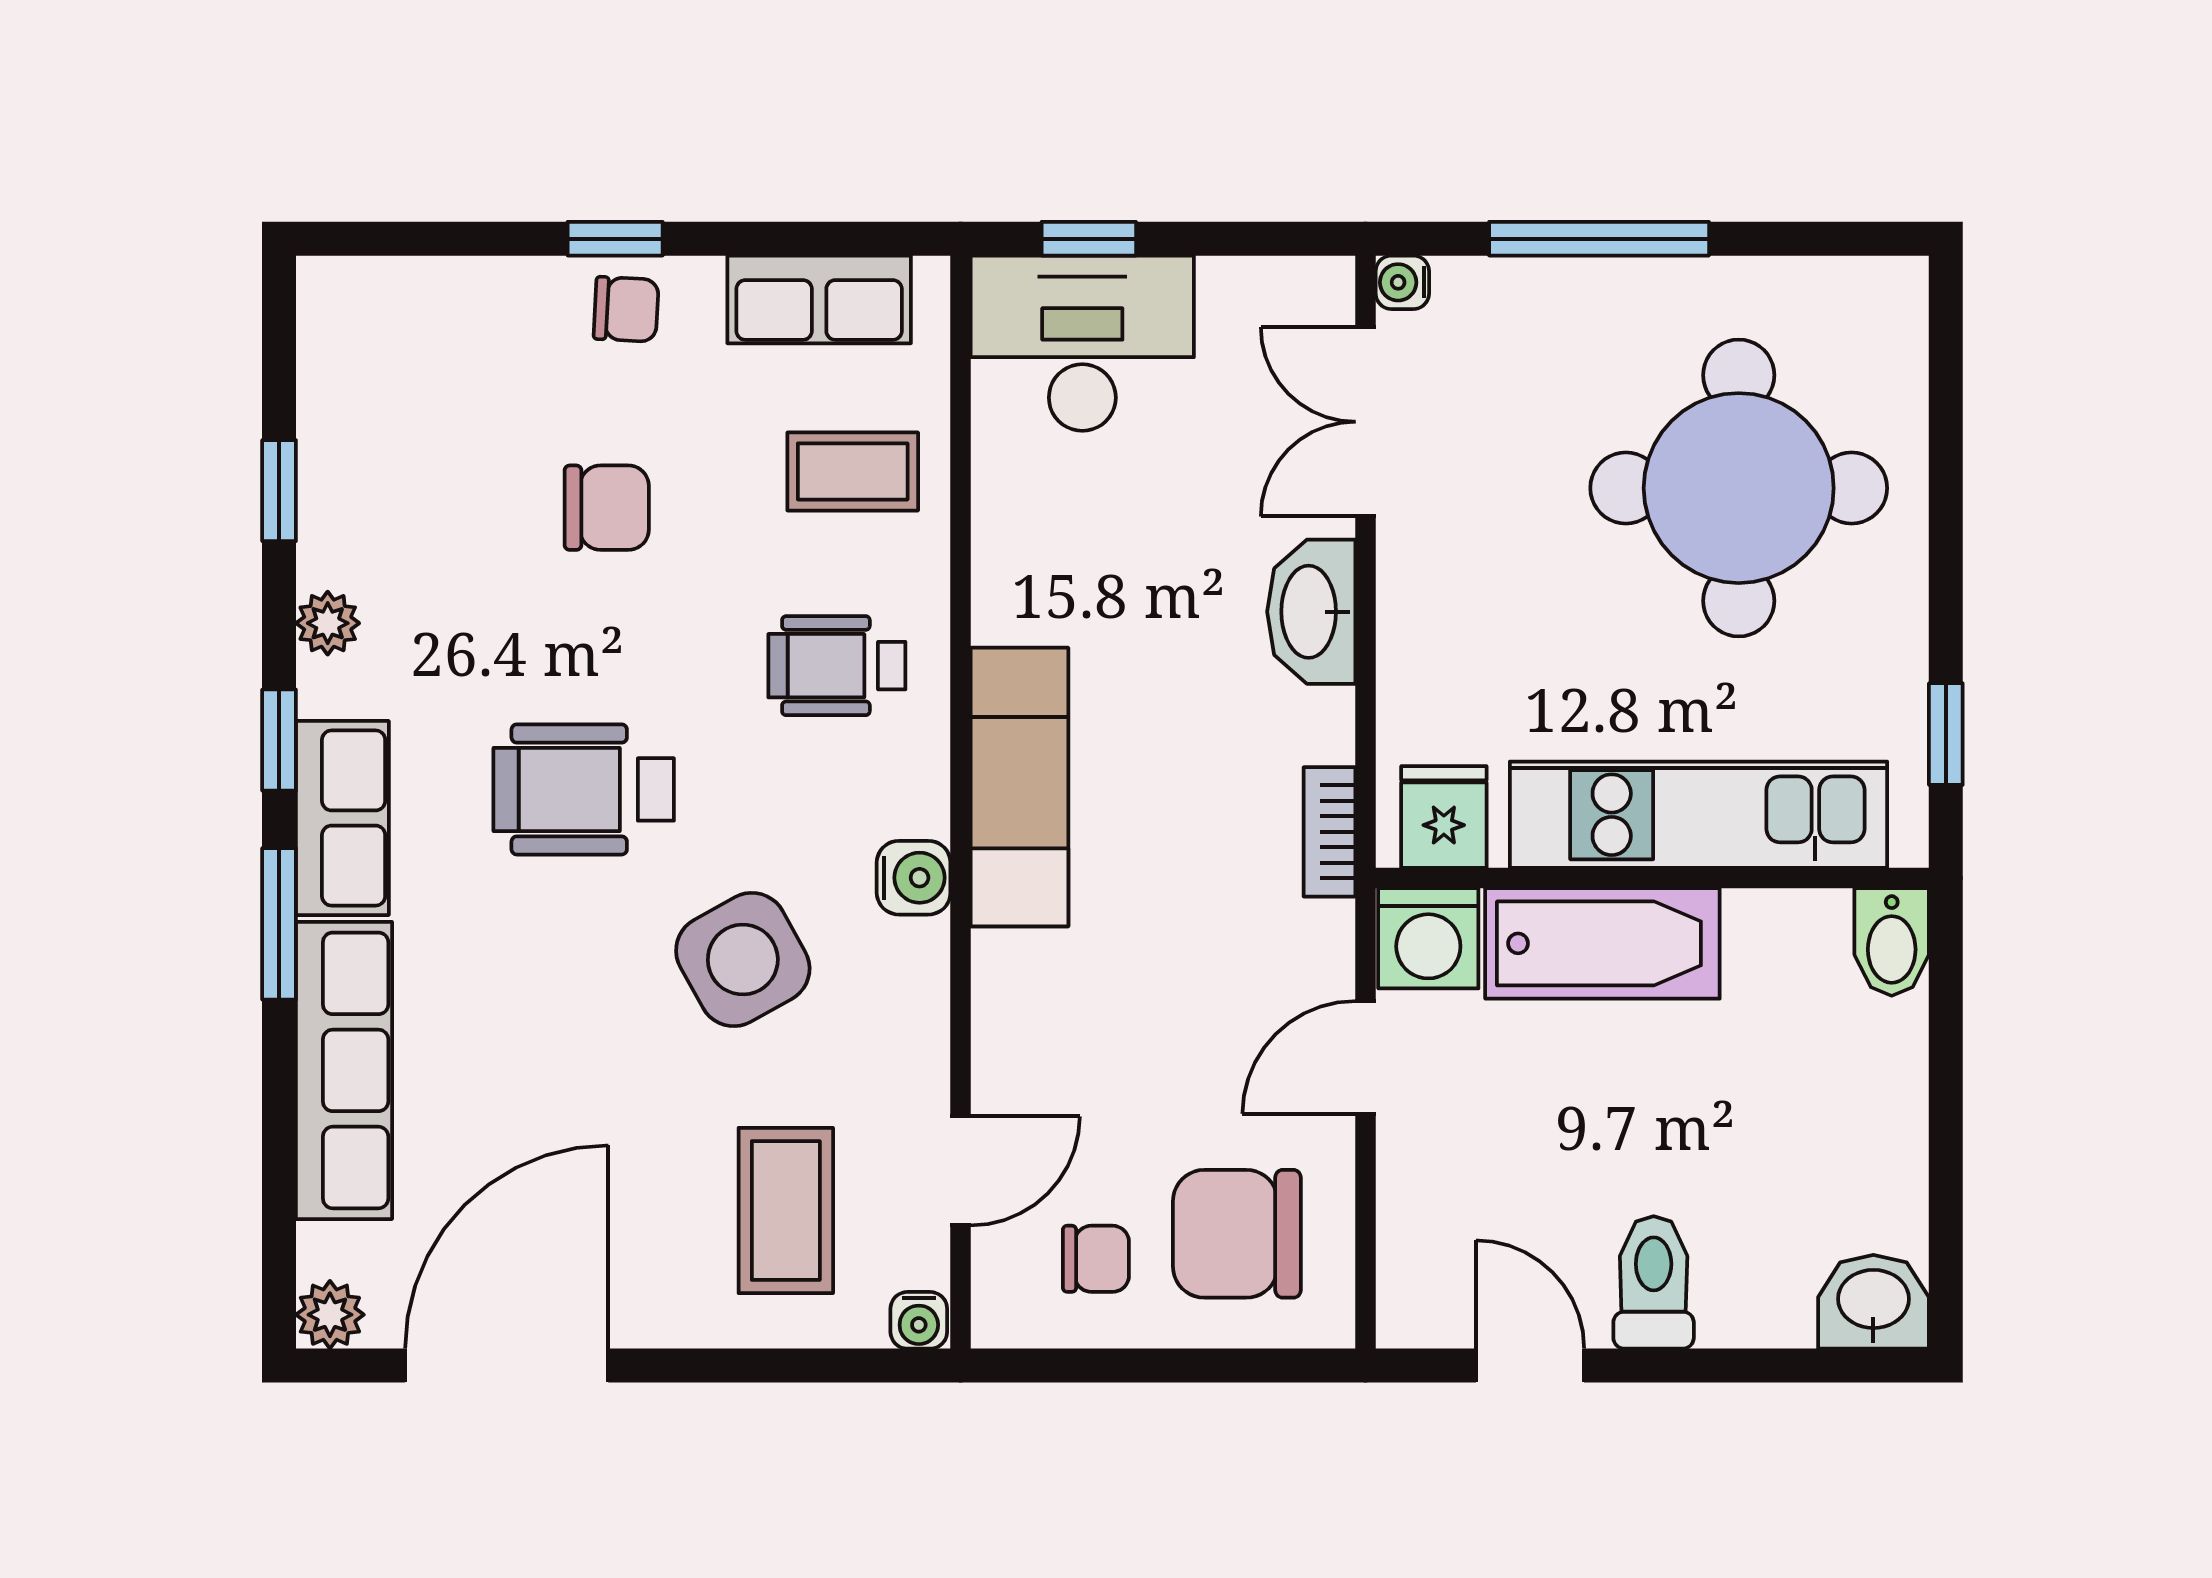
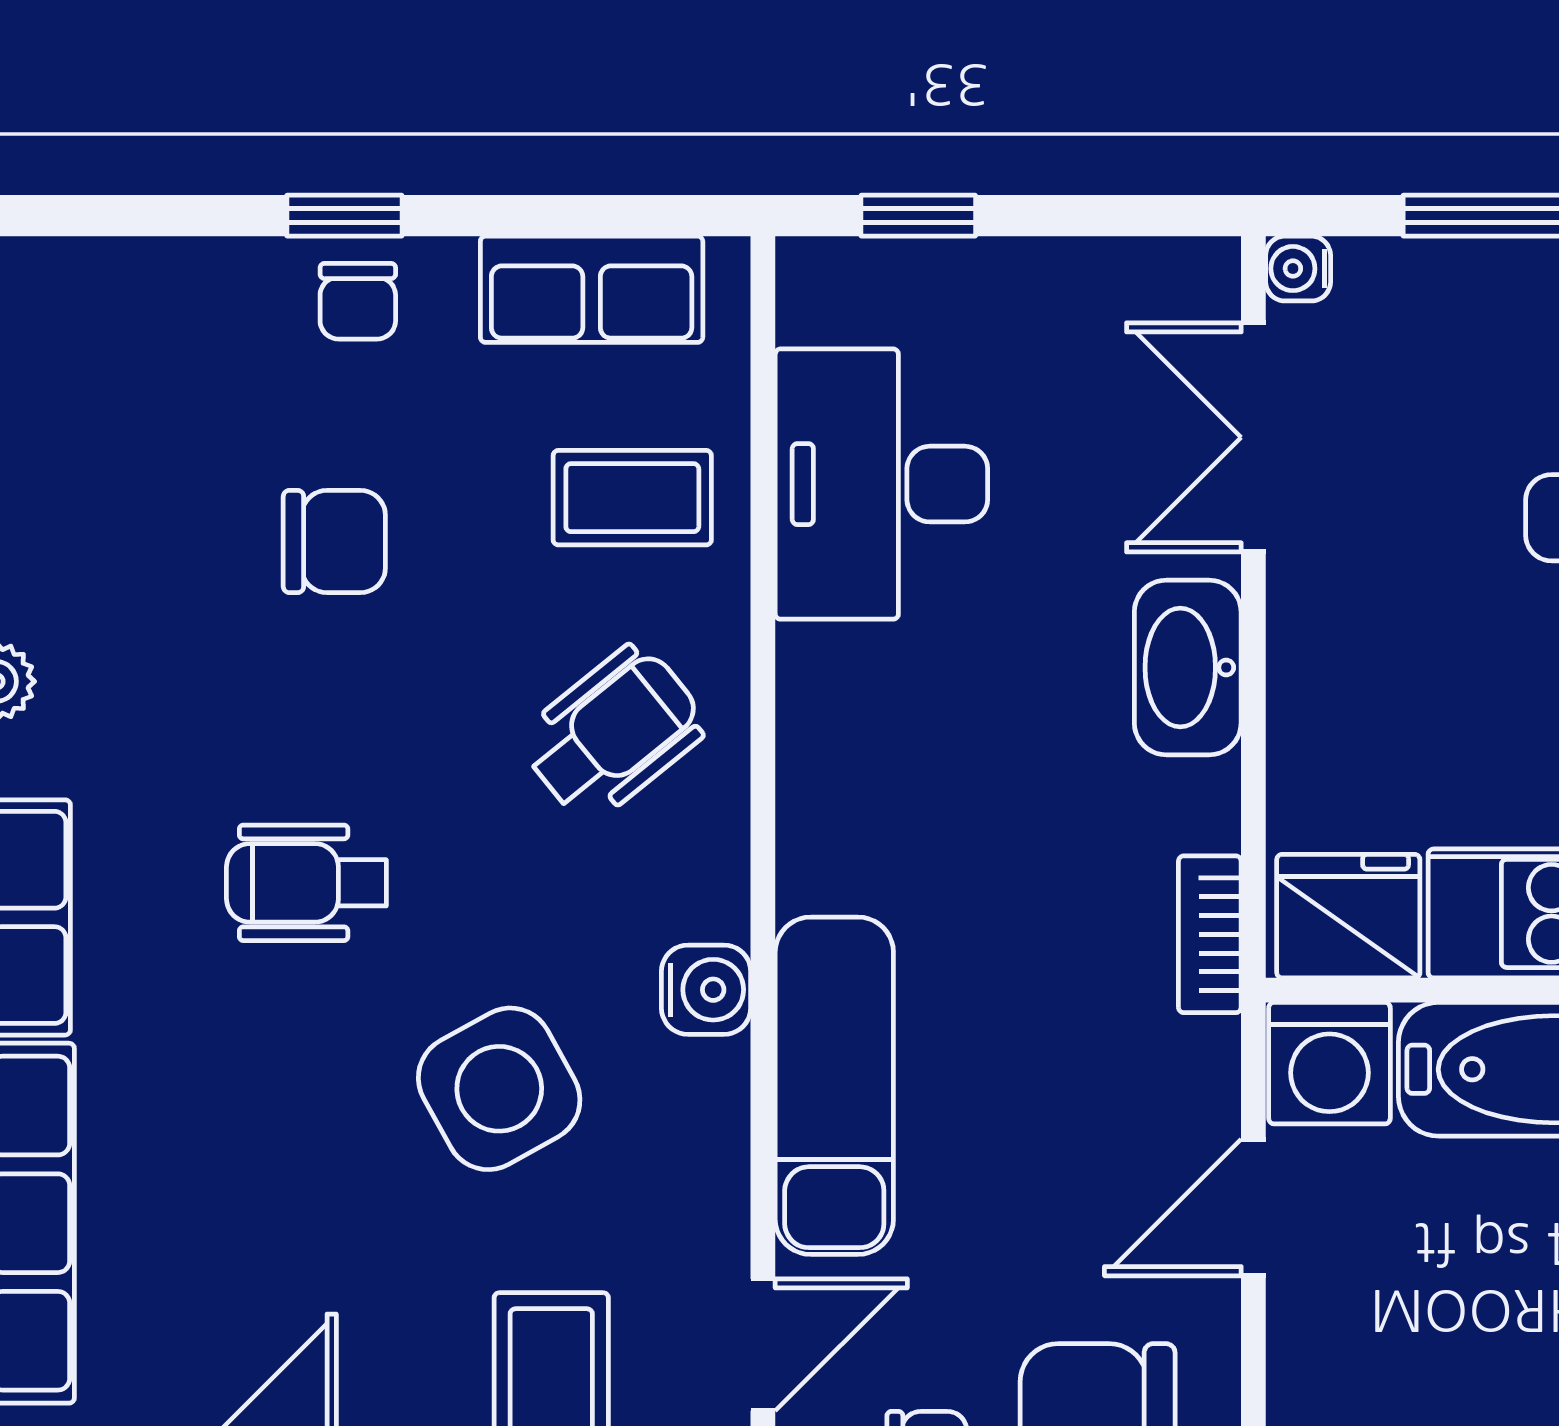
chair: (626, 309) -> (358, 301), turned 87
desk: (1082, 343) -> (881, 484), moved, turned -90
wheelchair: (837, 666) -> (613, 733), turned 141
exam couch: (1020, 787) -> (834, 1086), moved
wheelchair: (584, 789) -> (306, 883), width x0.73, depth x0.73
fridge: (1444, 817) -> (1348, 916), width x1.38

